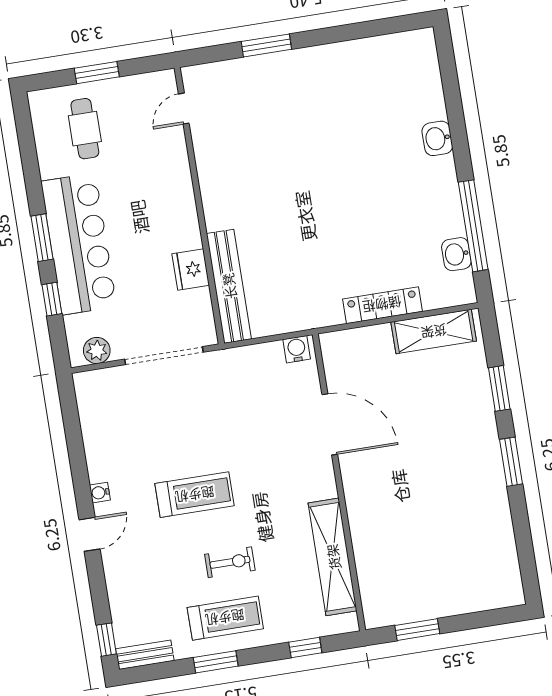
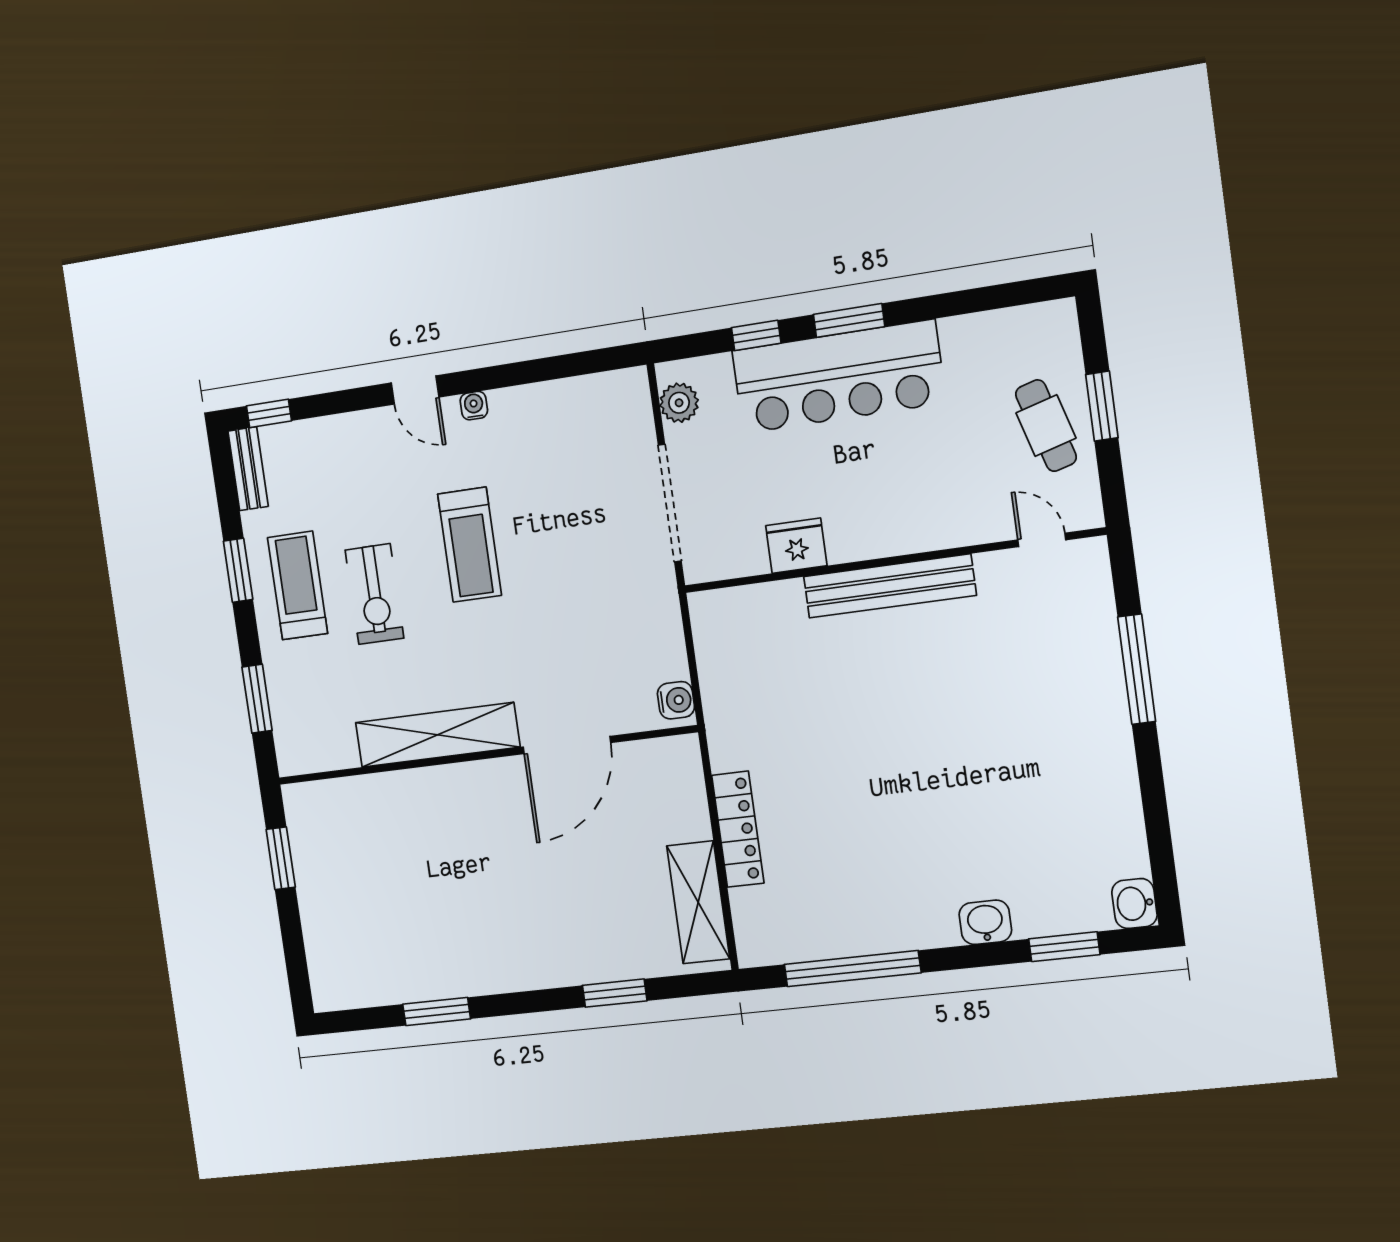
window: (266, 45) -> (1137, 669), width x1.44
window: (451, 87) -> (1064, 947), added
cafe table: (85, 129) -> (1046, 426), moved, turned 74
washbasin: (456, 254) -> (1134, 903), moved, turned -90
bench: (229, 286) -> (890, 586), moved
window: (511, 462) -> (437, 1011), moved
shelving: (333, 557) -> (437, 735), moved
exercise bike: (230, 562) -> (374, 594), width x1.38, depth x1.39
treadmill: (225, 618) -> (298, 585), turned 180
window: (305, 648) -> (257, 699), width x1.50

